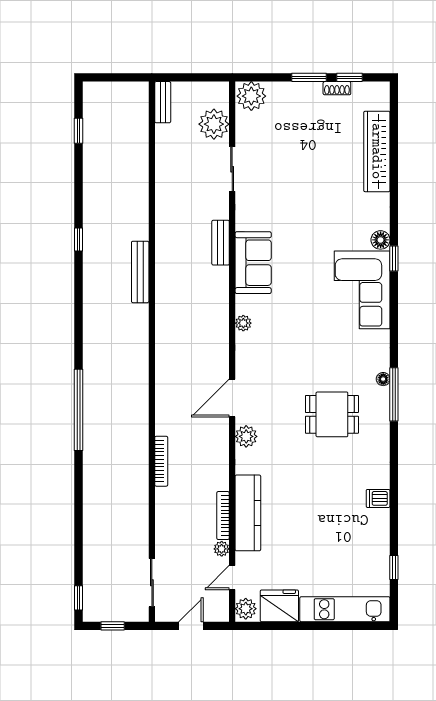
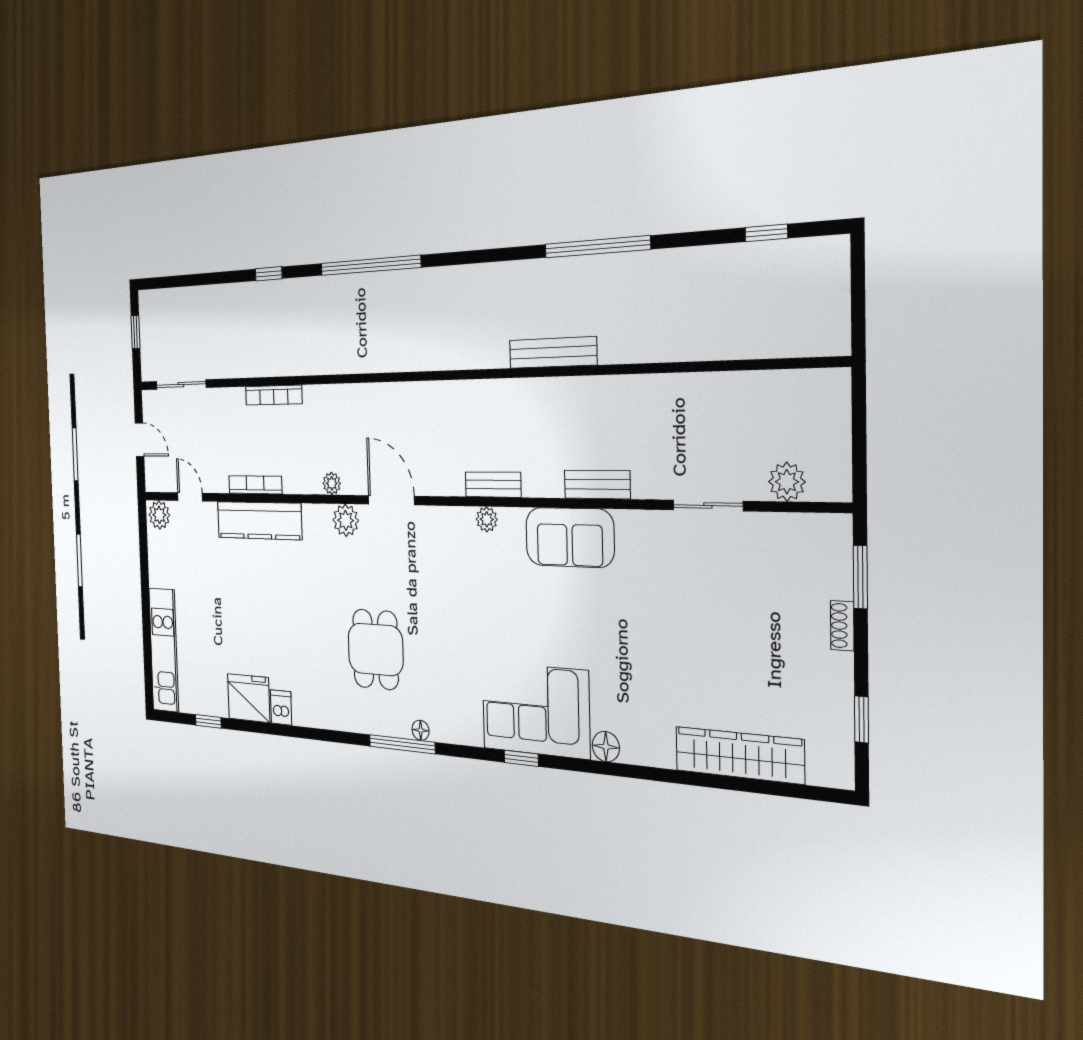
window: (309, 77) -> (860, 577), moved
shoe rack: (337, 88) -> (842, 626), moved
plant: (251, 96) -> (828, 542), removed
bench: (163, 102) -> (493, 485), moved
plant: (214, 124) -> (787, 482), width x0.73, depth x0.73
window: (78, 240) -> (597, 247), width x3.17
window: (394, 258) -> (521, 758), moved
bookcase: (161, 461) -> (274, 395), moved
plant: (222, 549) -> (332, 483), moved
window: (78, 598) -> (269, 274), moved
fridge: (279, 606) -> (249, 698), moved, turned -90

